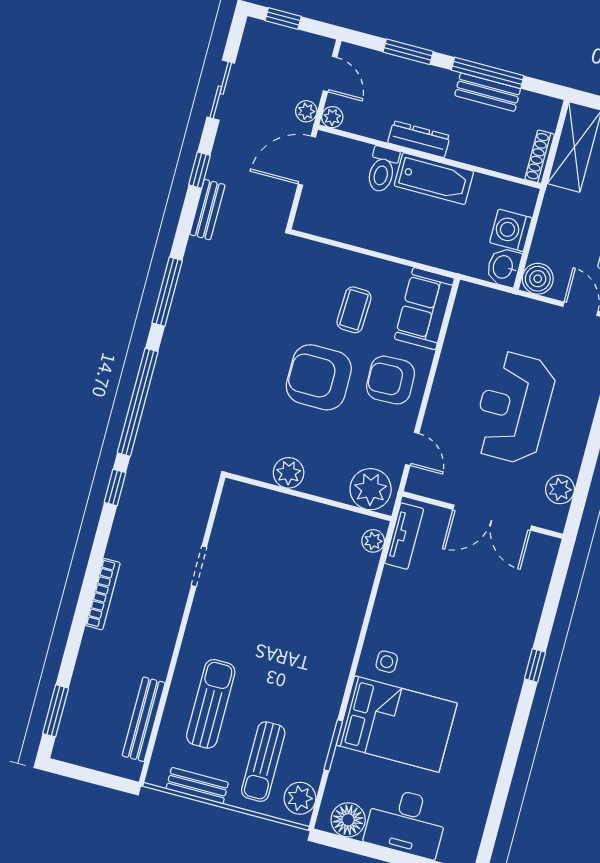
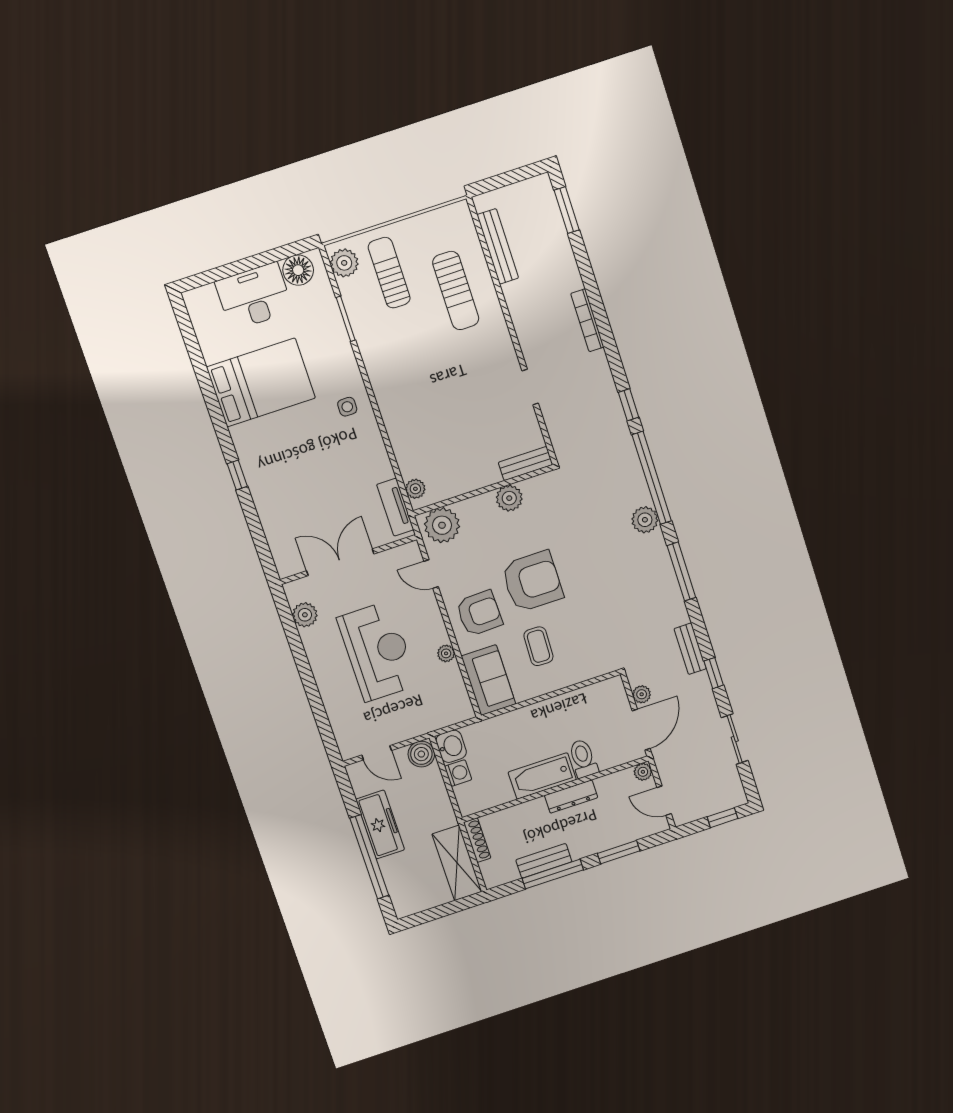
plant: (306, 111) -> (642, 694), moved
washing machine: (511, 230) -> (458, 773), width x0.73, depth x0.73
plant: (449, 362) -> (446, 653), added
plant: (170, 366) -> (645, 520), added
bed: (397, 724) -> (261, 383), moved, turned 180
bench: (197, 786) -> (526, 463), moved

